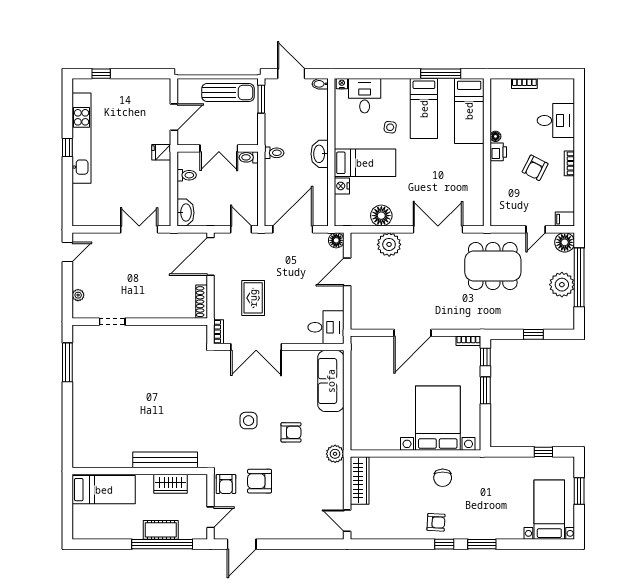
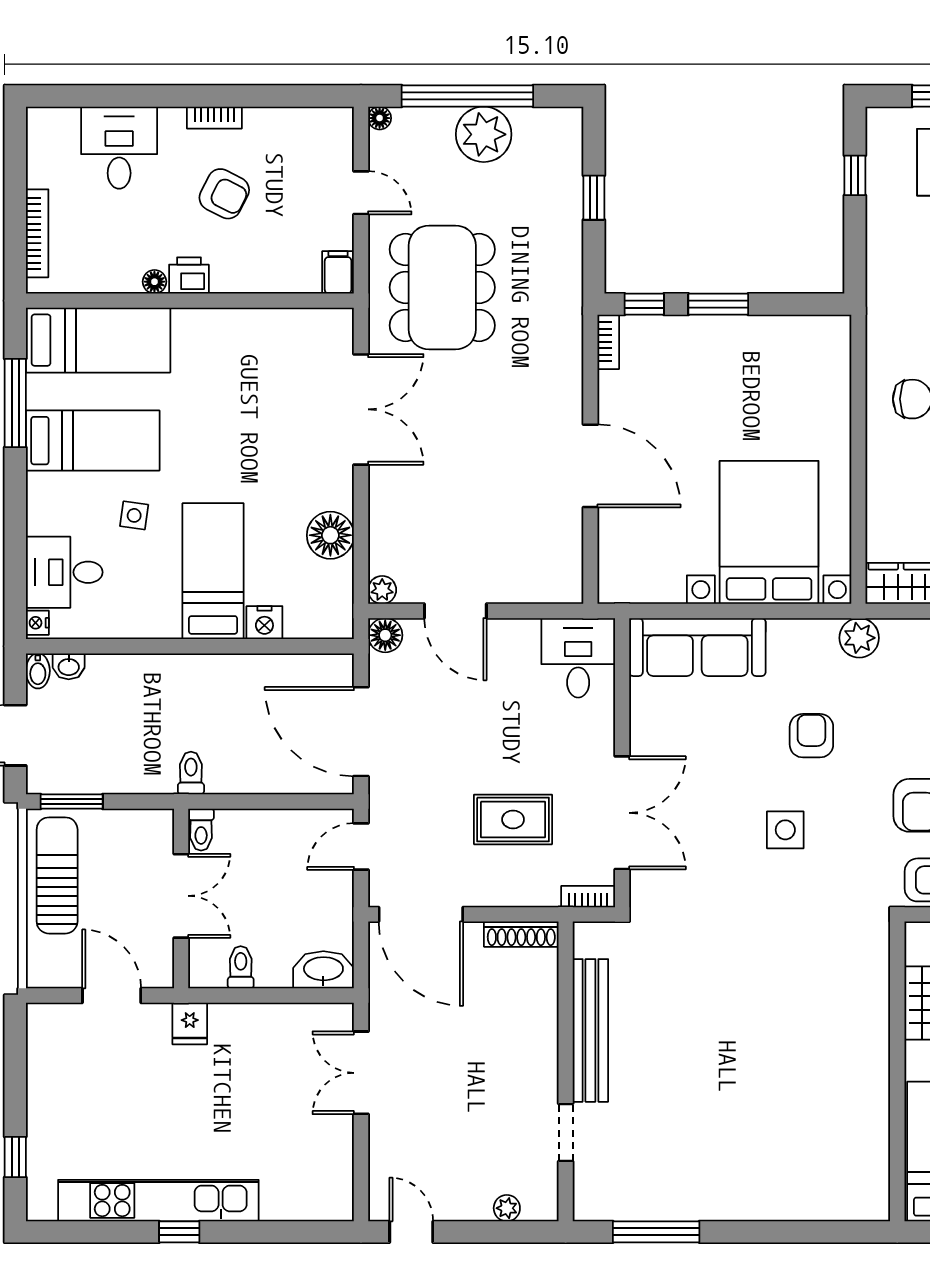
bookcase: (524, 84) -> (37, 233), width x1.56
washbasin: (320, 154) -> (69, 666), moved, width x0.52, depth x0.69
filing cabinet: (565, 219) -> (338, 272), moved, turned 180
double door: (438, 229) -> (361, 409), swing flipped
floor lamp: (565, 242) -> (380, 118), width x0.53, depth x0.53
plant: (389, 244) -> (382, 590), moved, width x0.53, depth x0.53
bed with nightstands: (438, 418) -> (769, 532), moved, turned 90
bench: (165, 460) -> (590, 1030), moved

